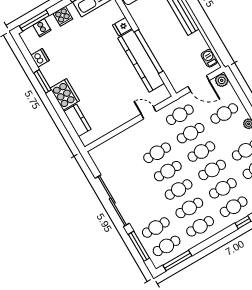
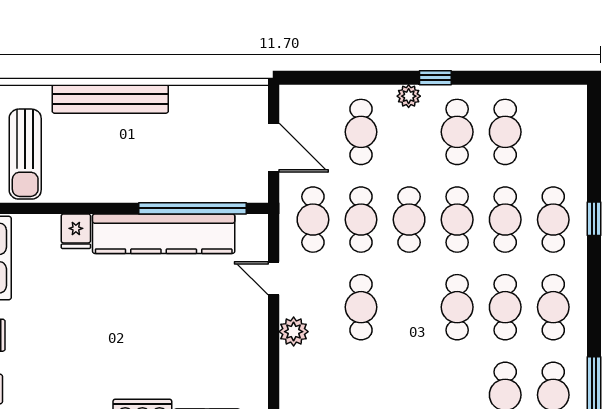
window: (149, 51) -> (192, 208), moved
barbecue: (209, 58) -> (236, 98), removed
plant: (222, 80) -> (294, 332), moved
door: (199, 84) -> (274, 148), hinge flipped
door: (149, 113) -> (274, 278), hinge flipped
cafe table: (168, 171) -> (409, 307), removed

